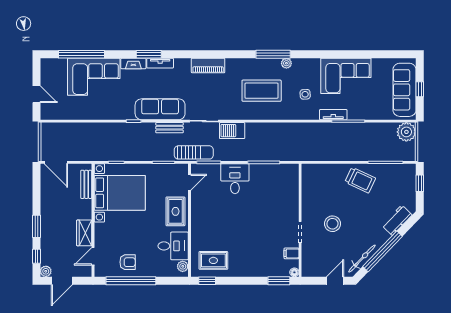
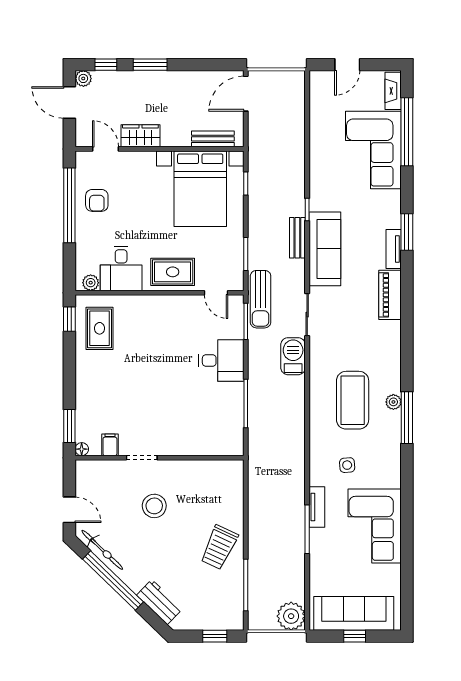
fireplace: (133, 63) -> (393, 91), moved
plant: (286, 63) -> (393, 402), moved
piano: (208, 66) -> (390, 295), moved
bench: (169, 128) -> (297, 238), moved

